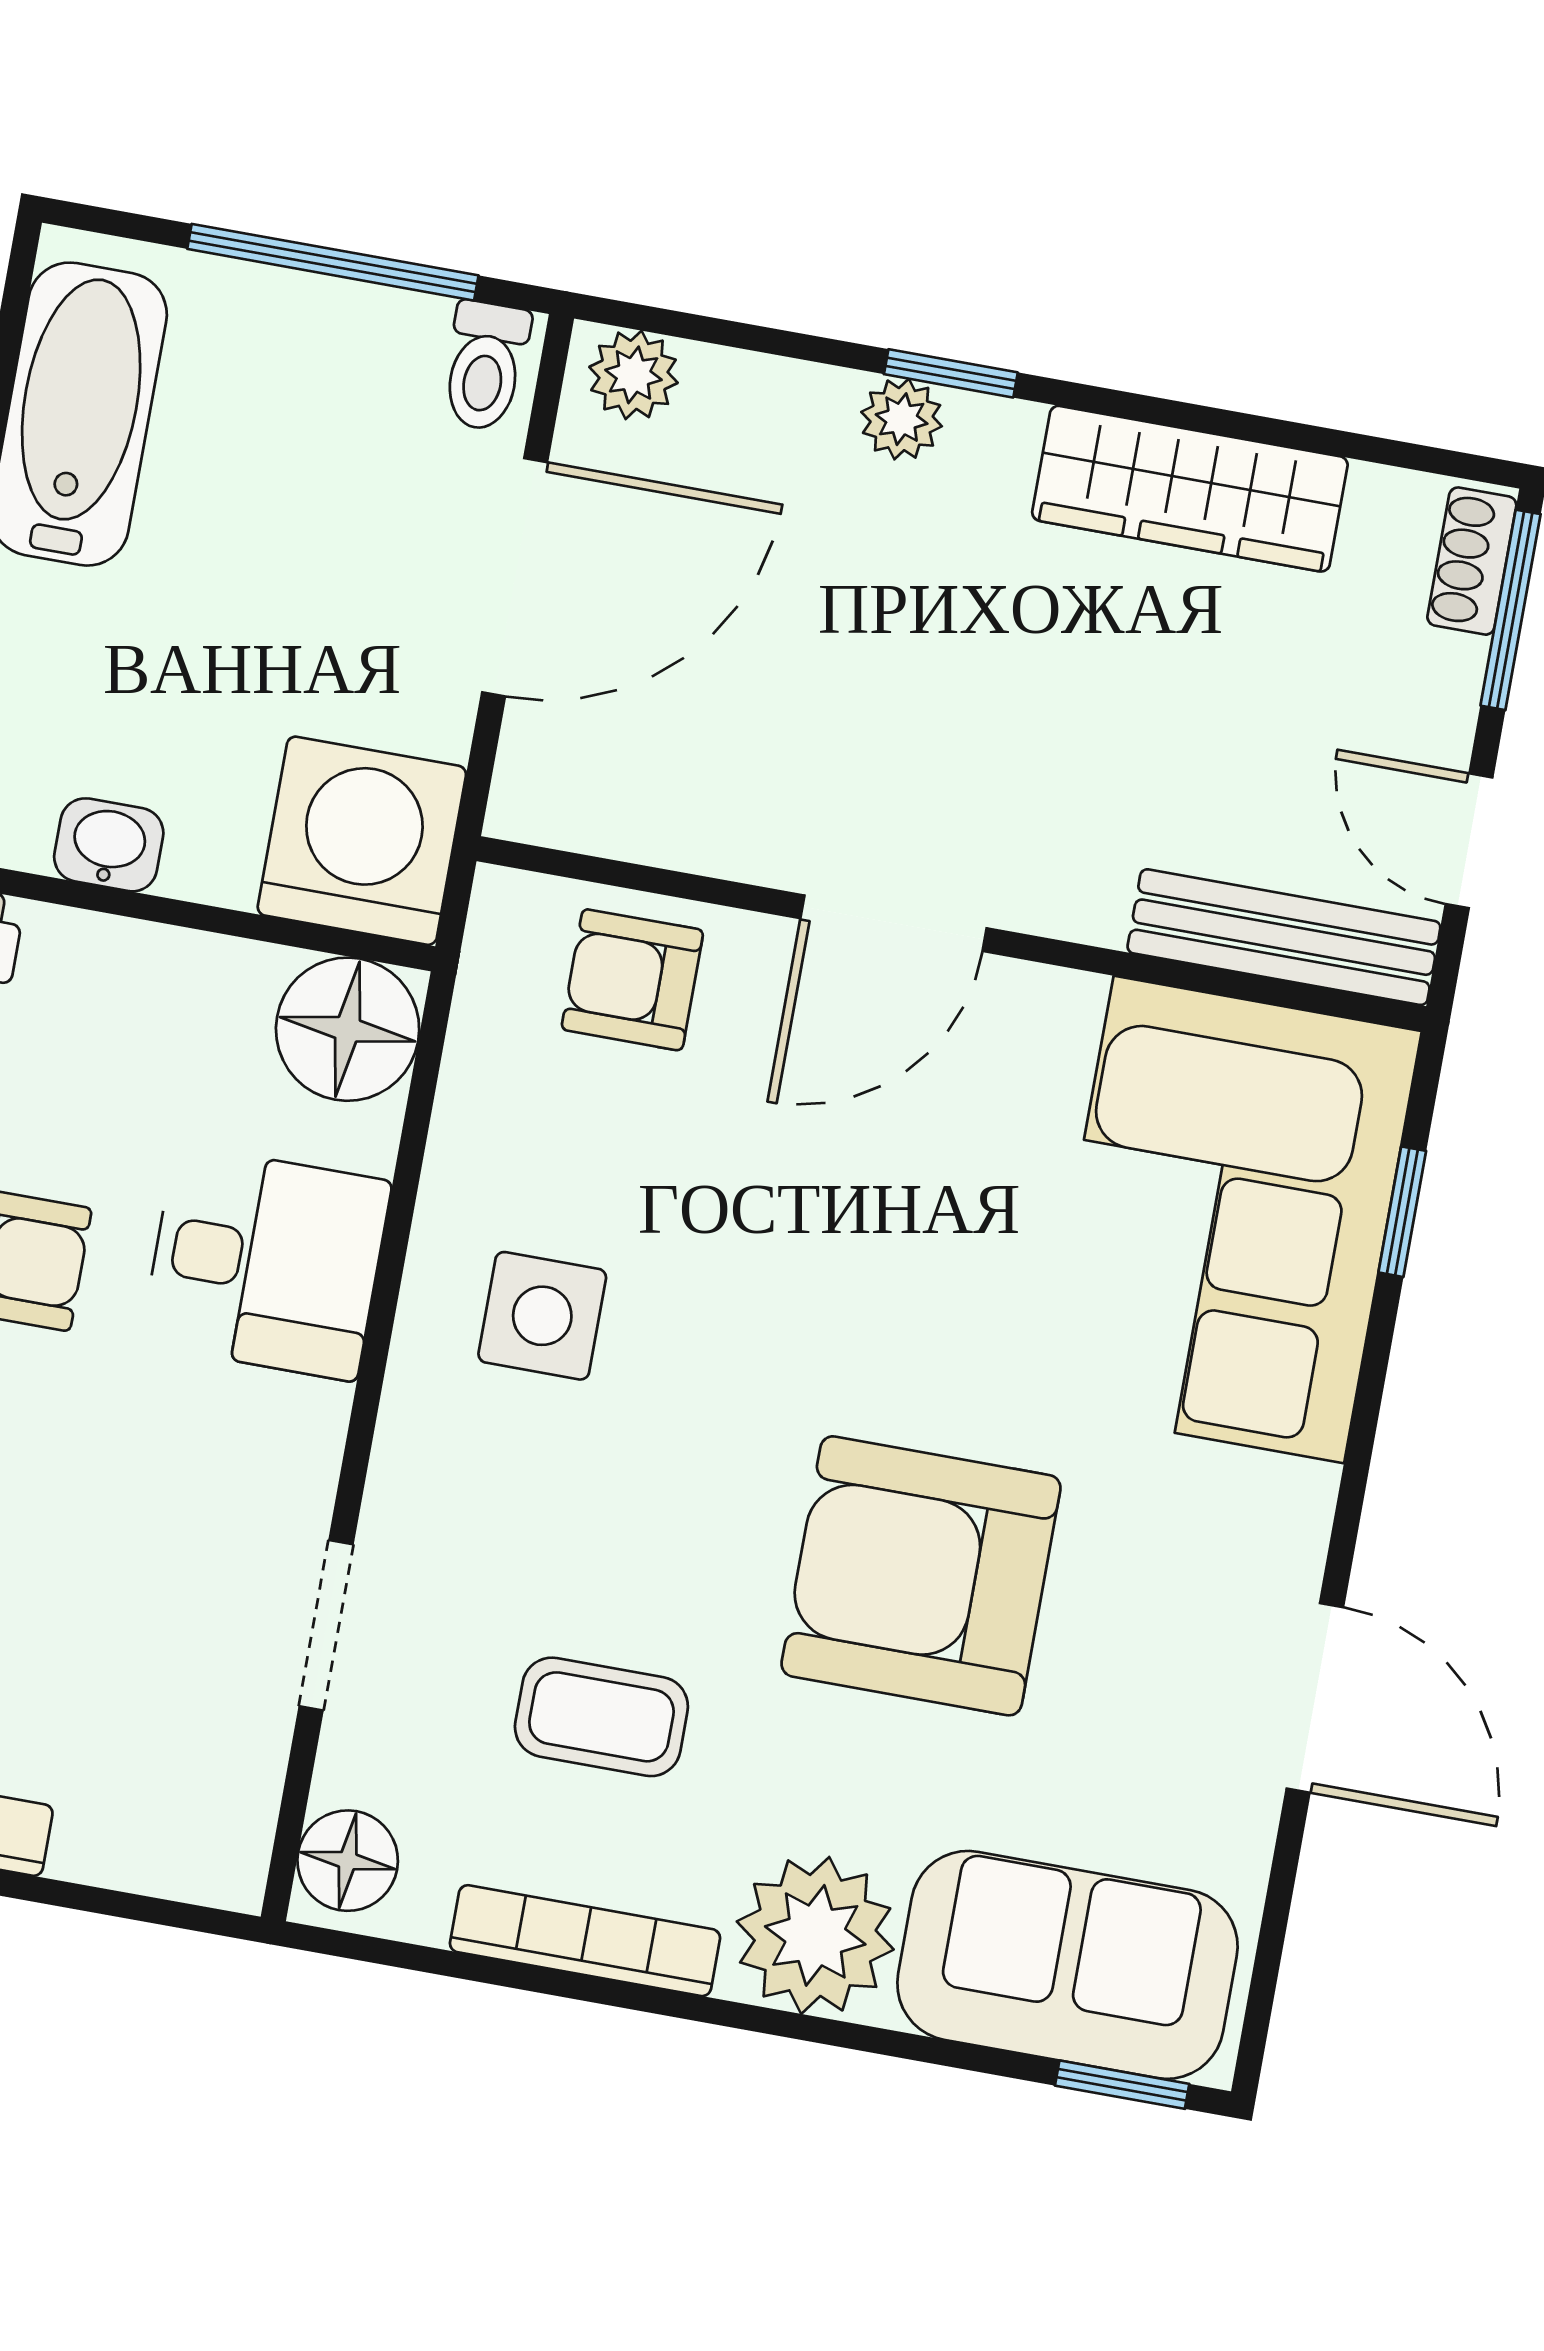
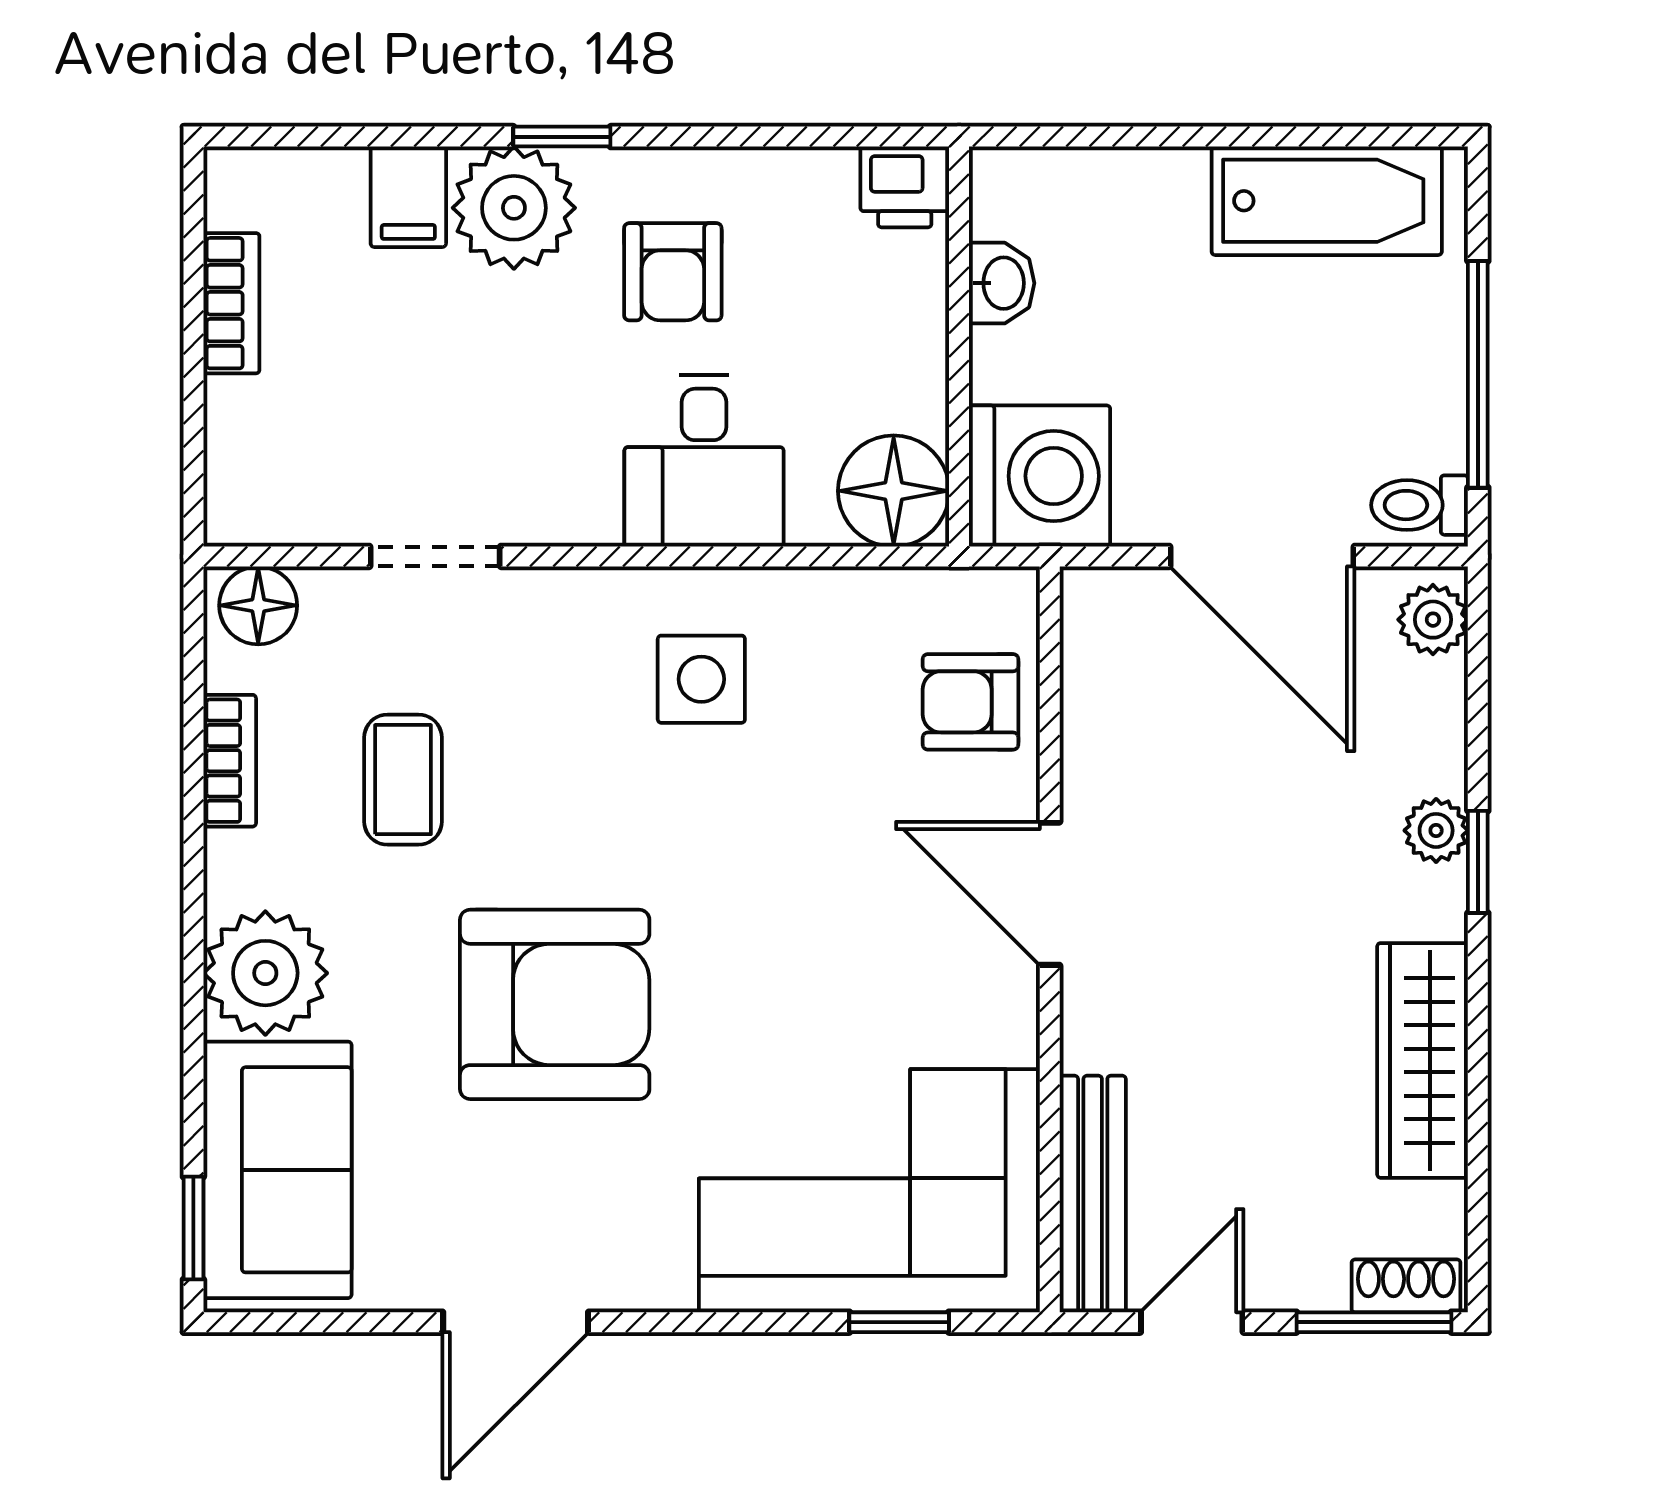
armchair: (632, 980) -> (971, 702), turned -90
armchair: (921, 1576) -> (555, 1004), turned 90
bookcase: (585, 1941) -> (230, 761), width x0.64

